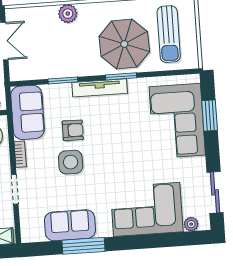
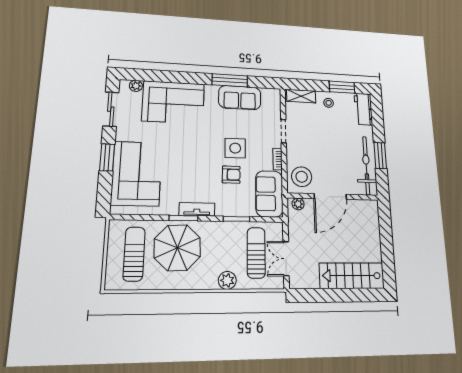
sun lounger: (38, 45) -> (256, 253), added
tv unit: (100, 88) -> (197, 209), width x0.71
window: (210, 115) -> (107, 157), moved
armchair: (73, 130) -> (231, 175), turned 180

